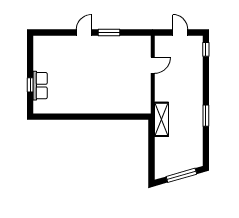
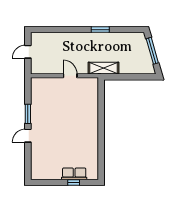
door: (84, 32) -> (28, 136), hinge flipped
window: (206, 49) -> (43, 30), removed
door: (153, 65) -> (70, 76), moved

